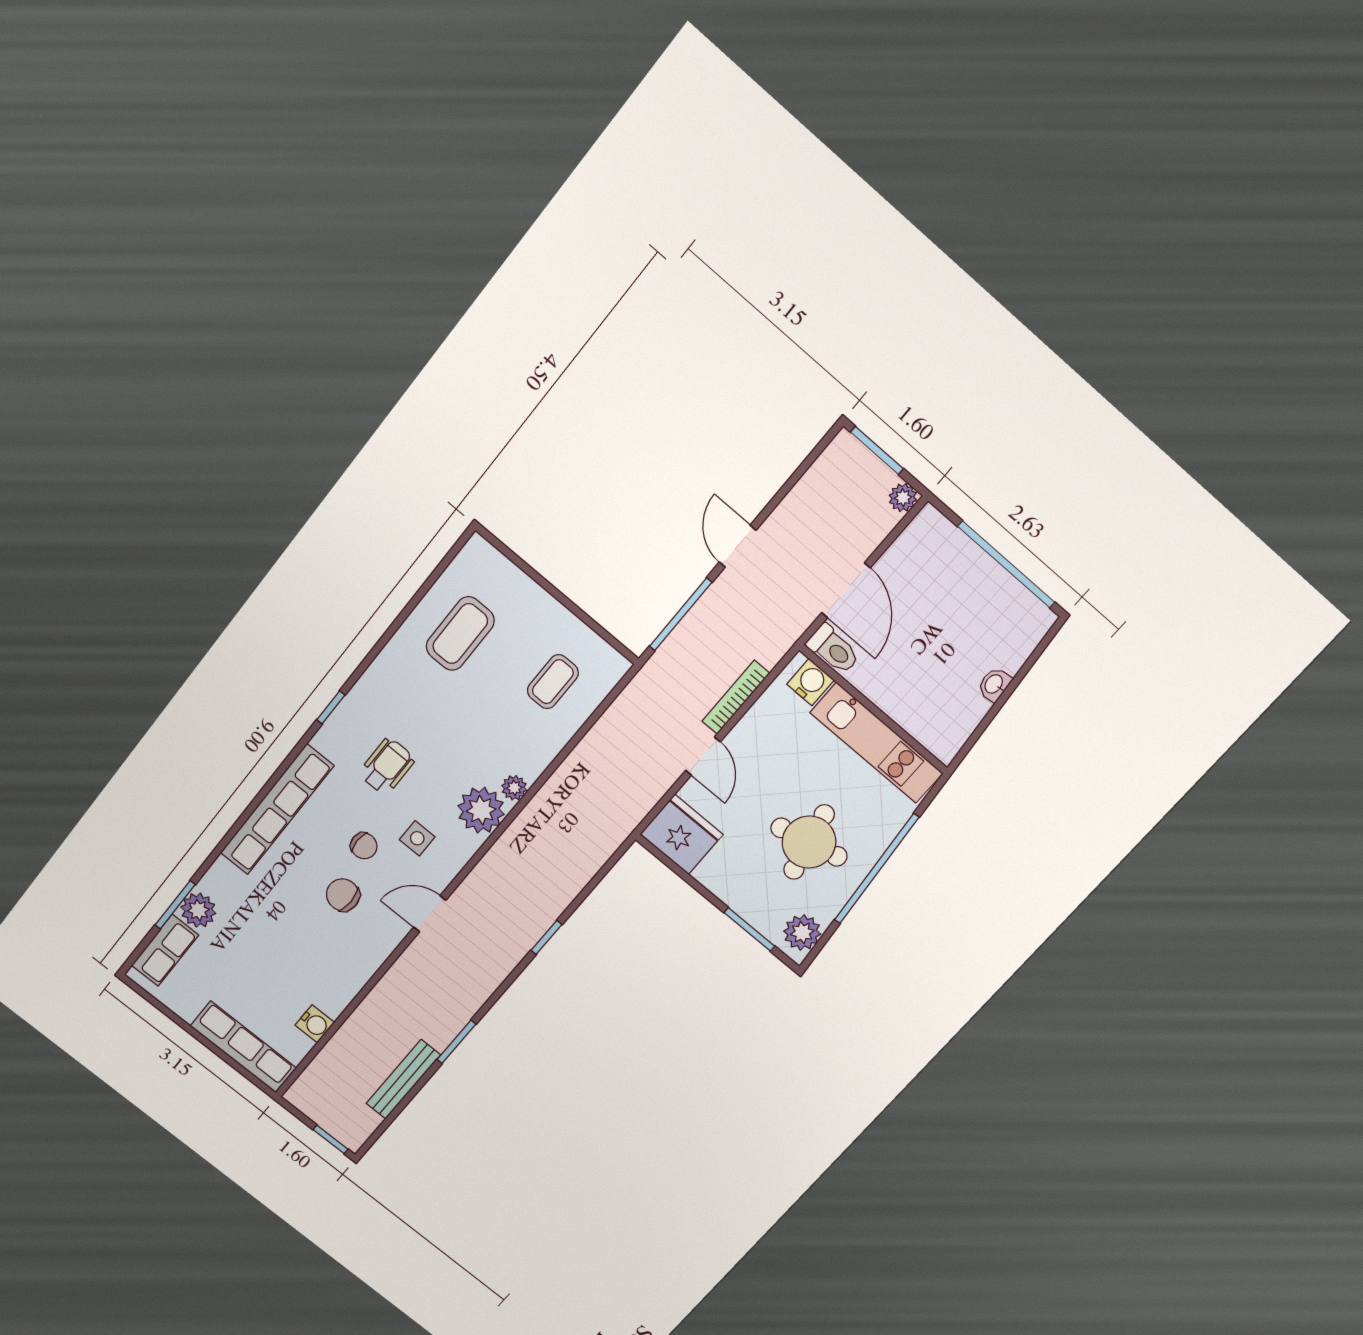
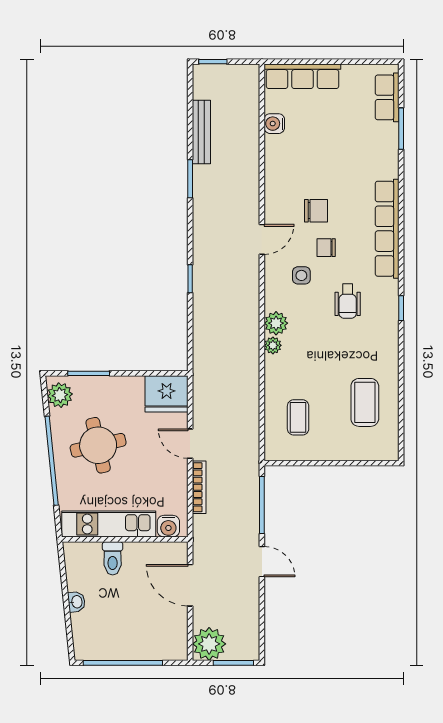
plant: (903, 498) -> (209, 644), width x1.88, depth x1.88
toilet: (833, 649) -> (113, 558), moved, turned -90
plant: (481, 810) -> (276, 323), width x0.73, depth x0.73
plant: (198, 910) -> (386, 136), removed

